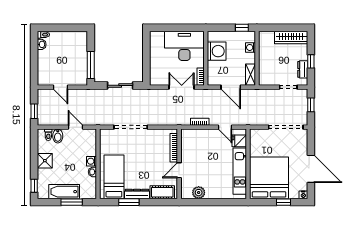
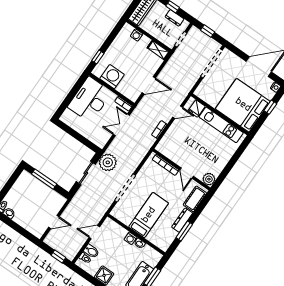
window: (242, 28) -> (98, 57), moved
washing machine: (250, 47) -> (137, 35), moved
wall: (257, 58) -> (149, 36), moved
window: (91, 65) -> (44, 179), moved
shelving: (250, 75) -> (158, 50), moved
plant: (142, 98) -> (108, 162), added
bed: (114, 177) -> (149, 215), moved, turned 90
plant: (199, 193) -> (209, 179), moved

